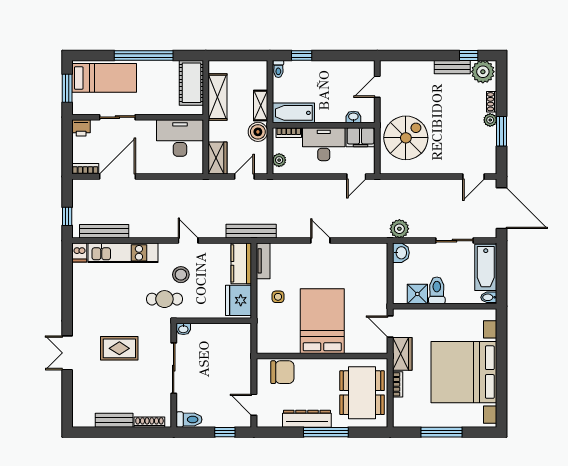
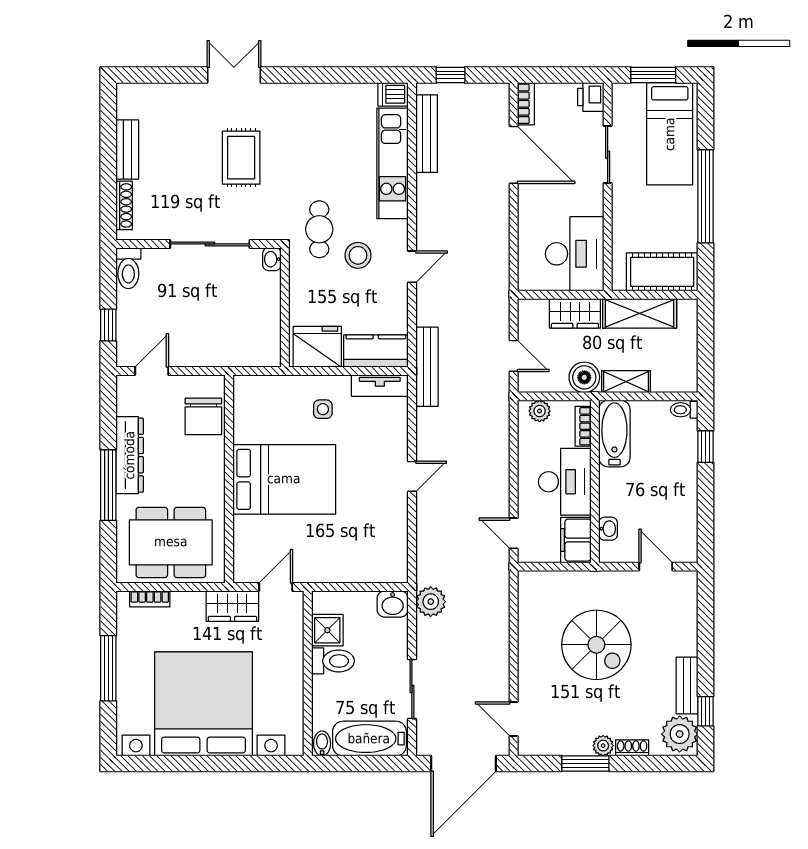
spiral stairs: (406, 138) -> (596, 645), moved
wardrobe: (218, 158) -> (575, 313), moved
bookcase: (398, 384) -> (150, 599), moved

